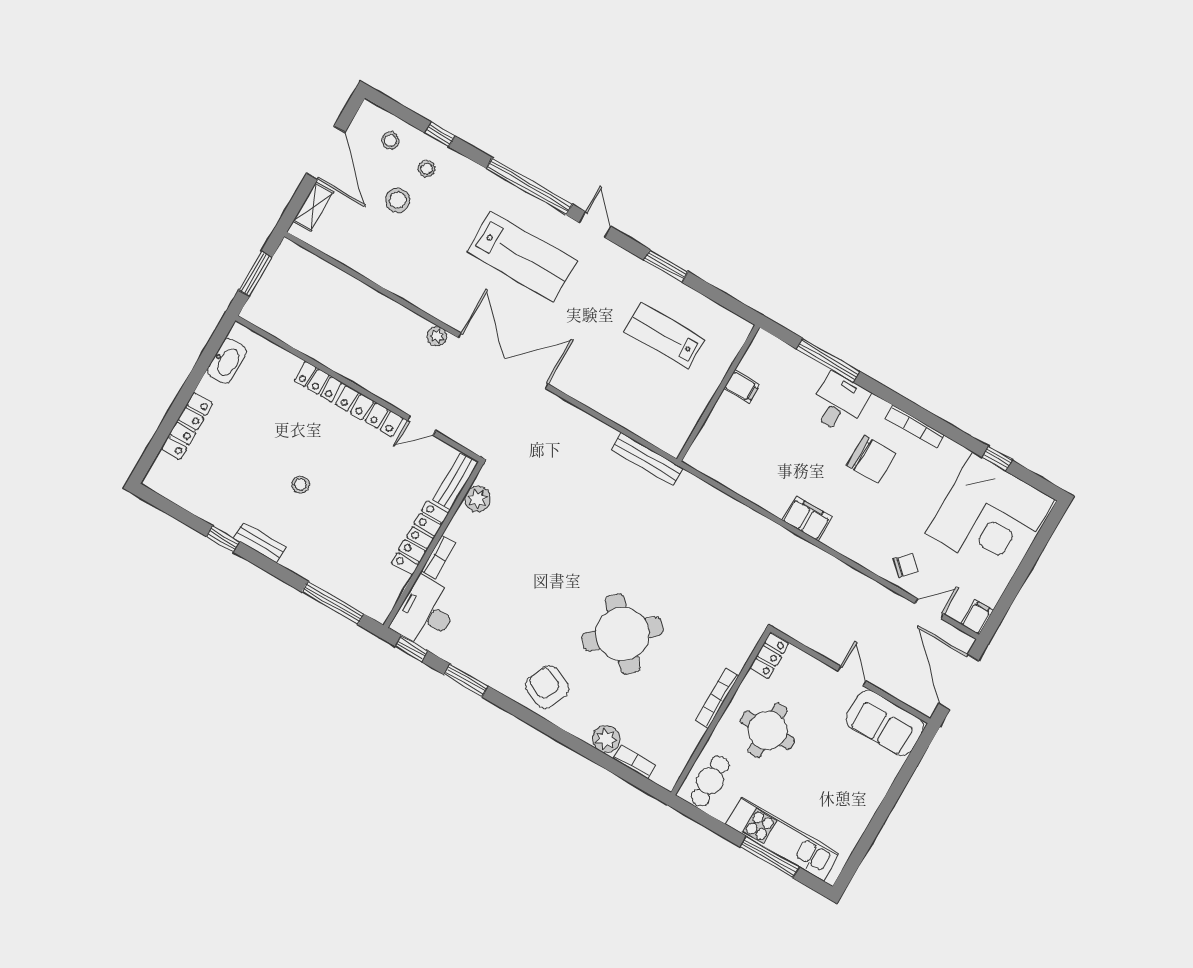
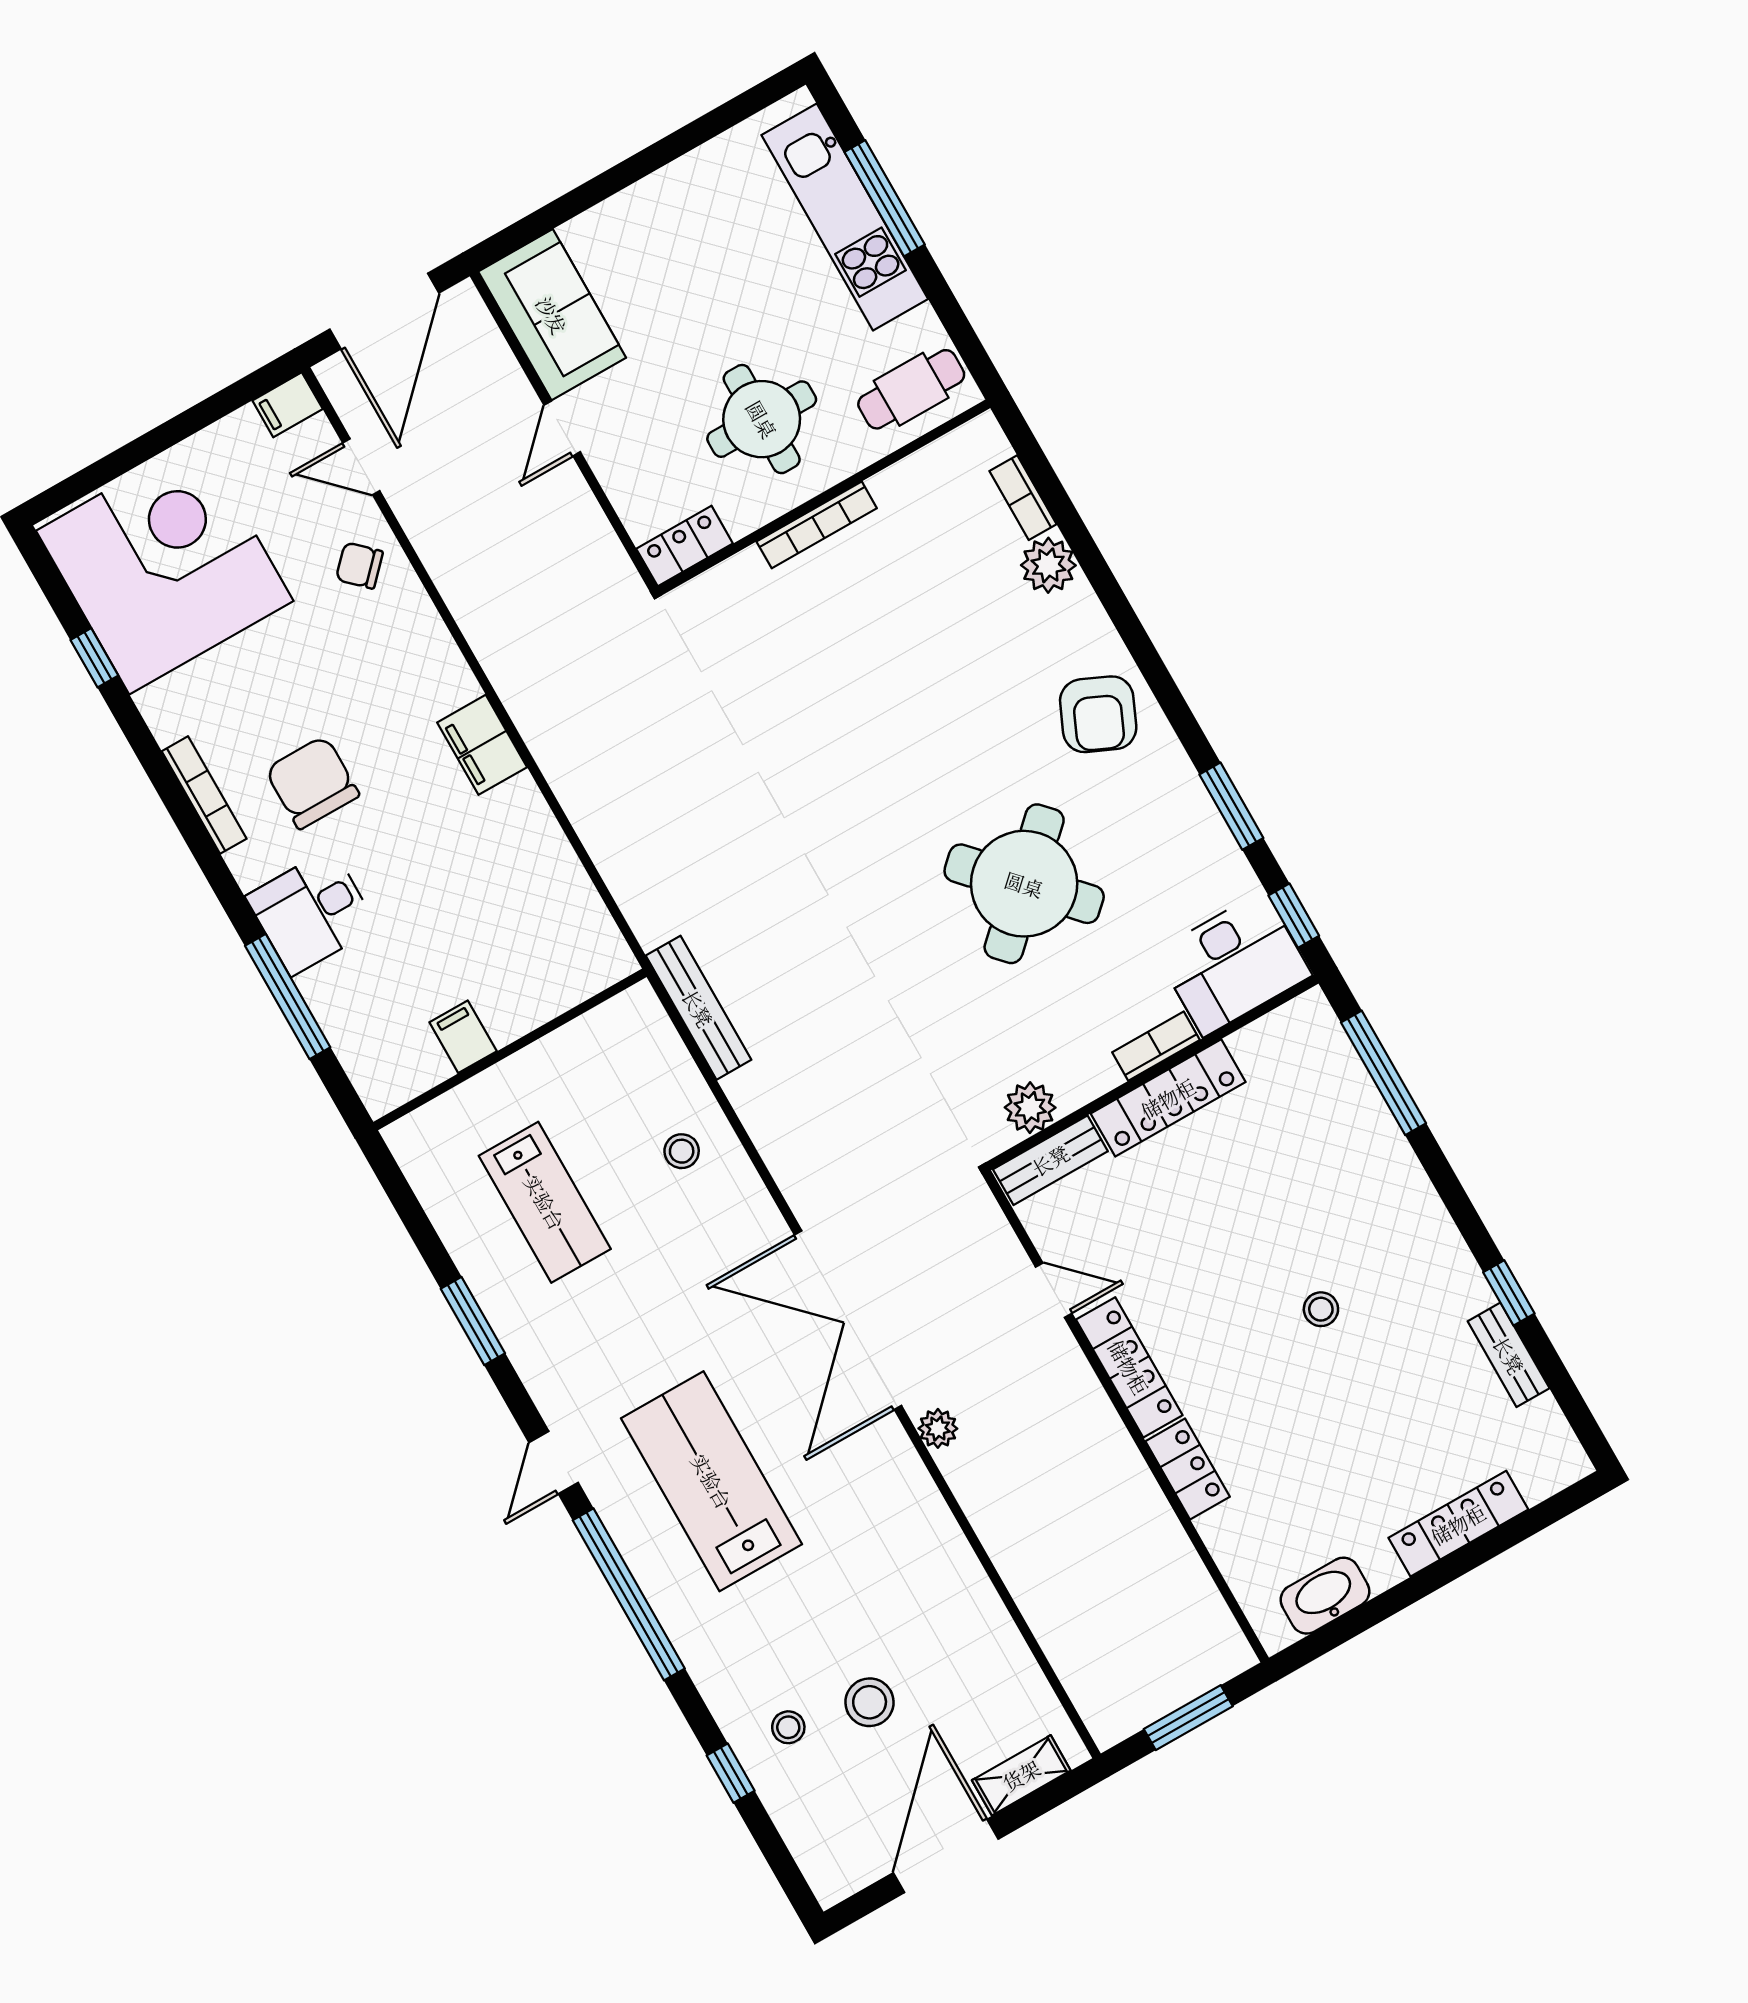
stool: (390, 140) -> (682, 1151), moved
bench: (260, 542) -> (1509, 1355), moved
round table: (623, 634) -> (1024, 884), moved

